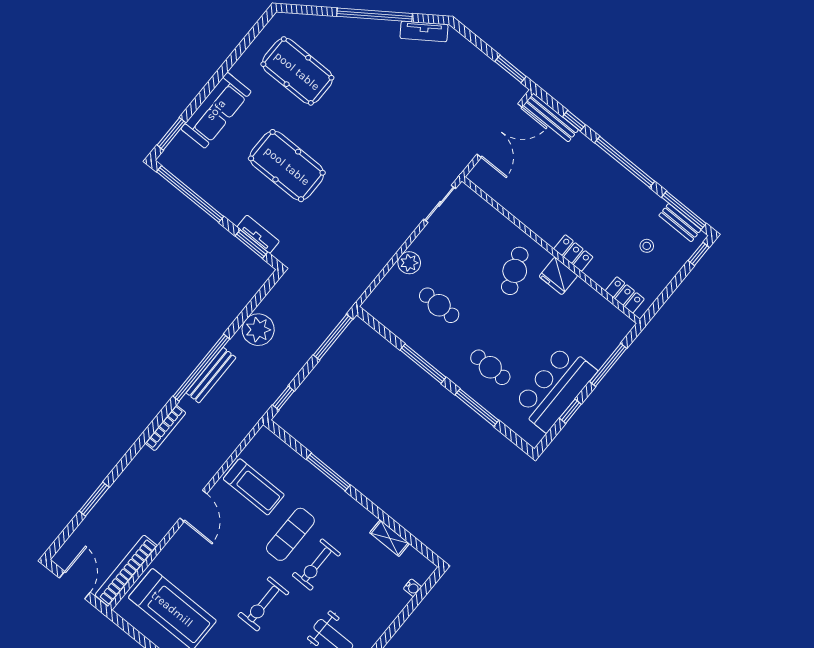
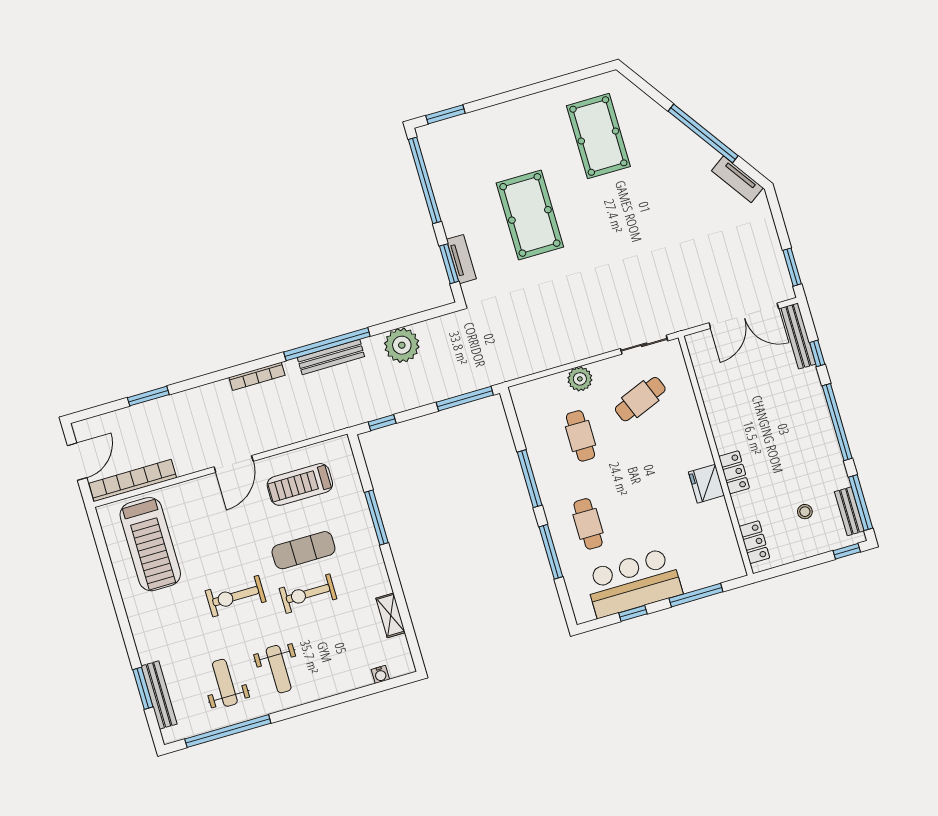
sofa: (216, 110) -> (500, 121), removed
cafe table: (515, 271) -> (640, 399), moved
treadmill: (254, 487) -> (300, 484), turned 90

